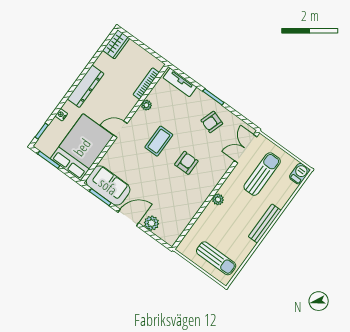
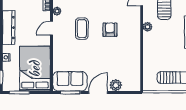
door: (120, 129) -> (51, 28), moved
plant: (218, 199) -> (148, 27), moved

